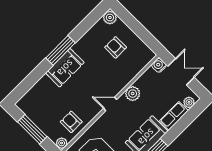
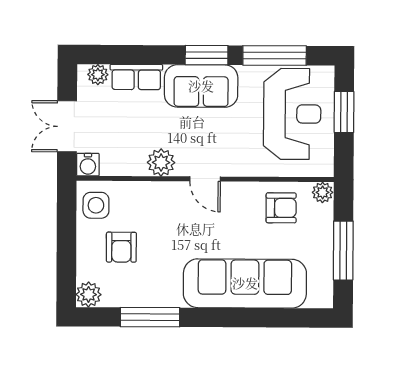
window: (61, 50) -> (150, 317), moved
side table: (141, 53) -> (96, 205), added
sofa: (65, 68) -> (245, 283), width x1.85, depth x1.27
armchair: (71, 122) -> (281, 208), turned -90

